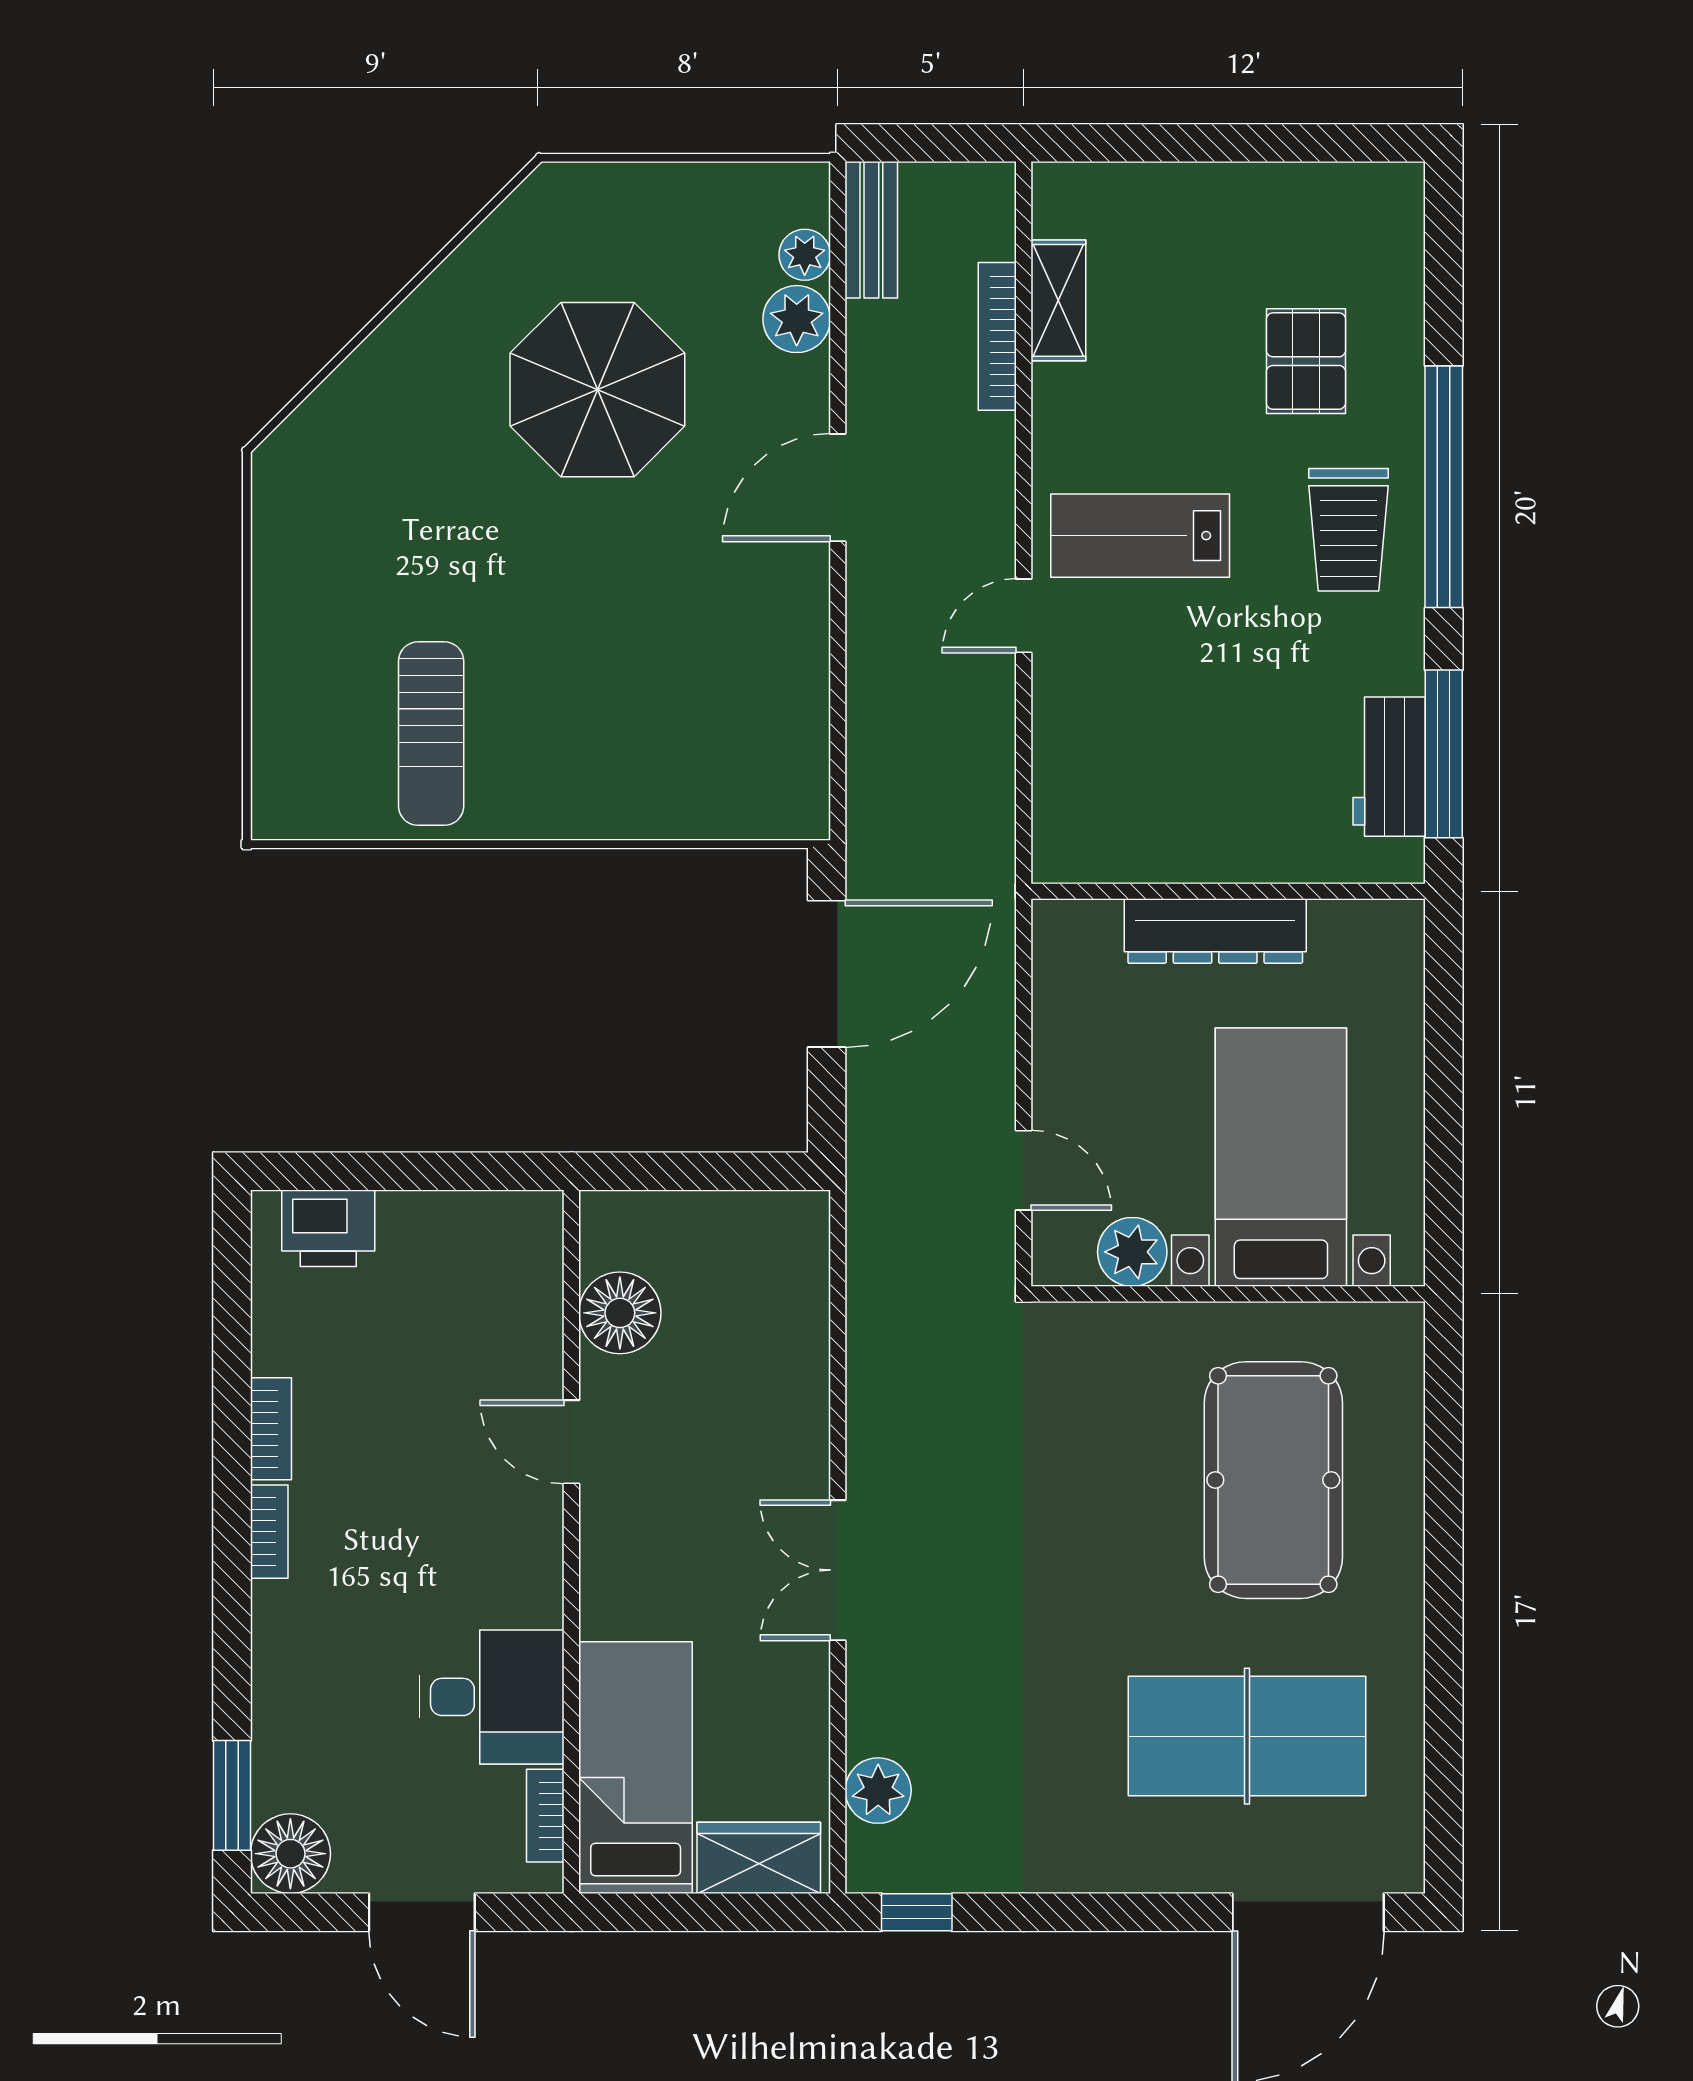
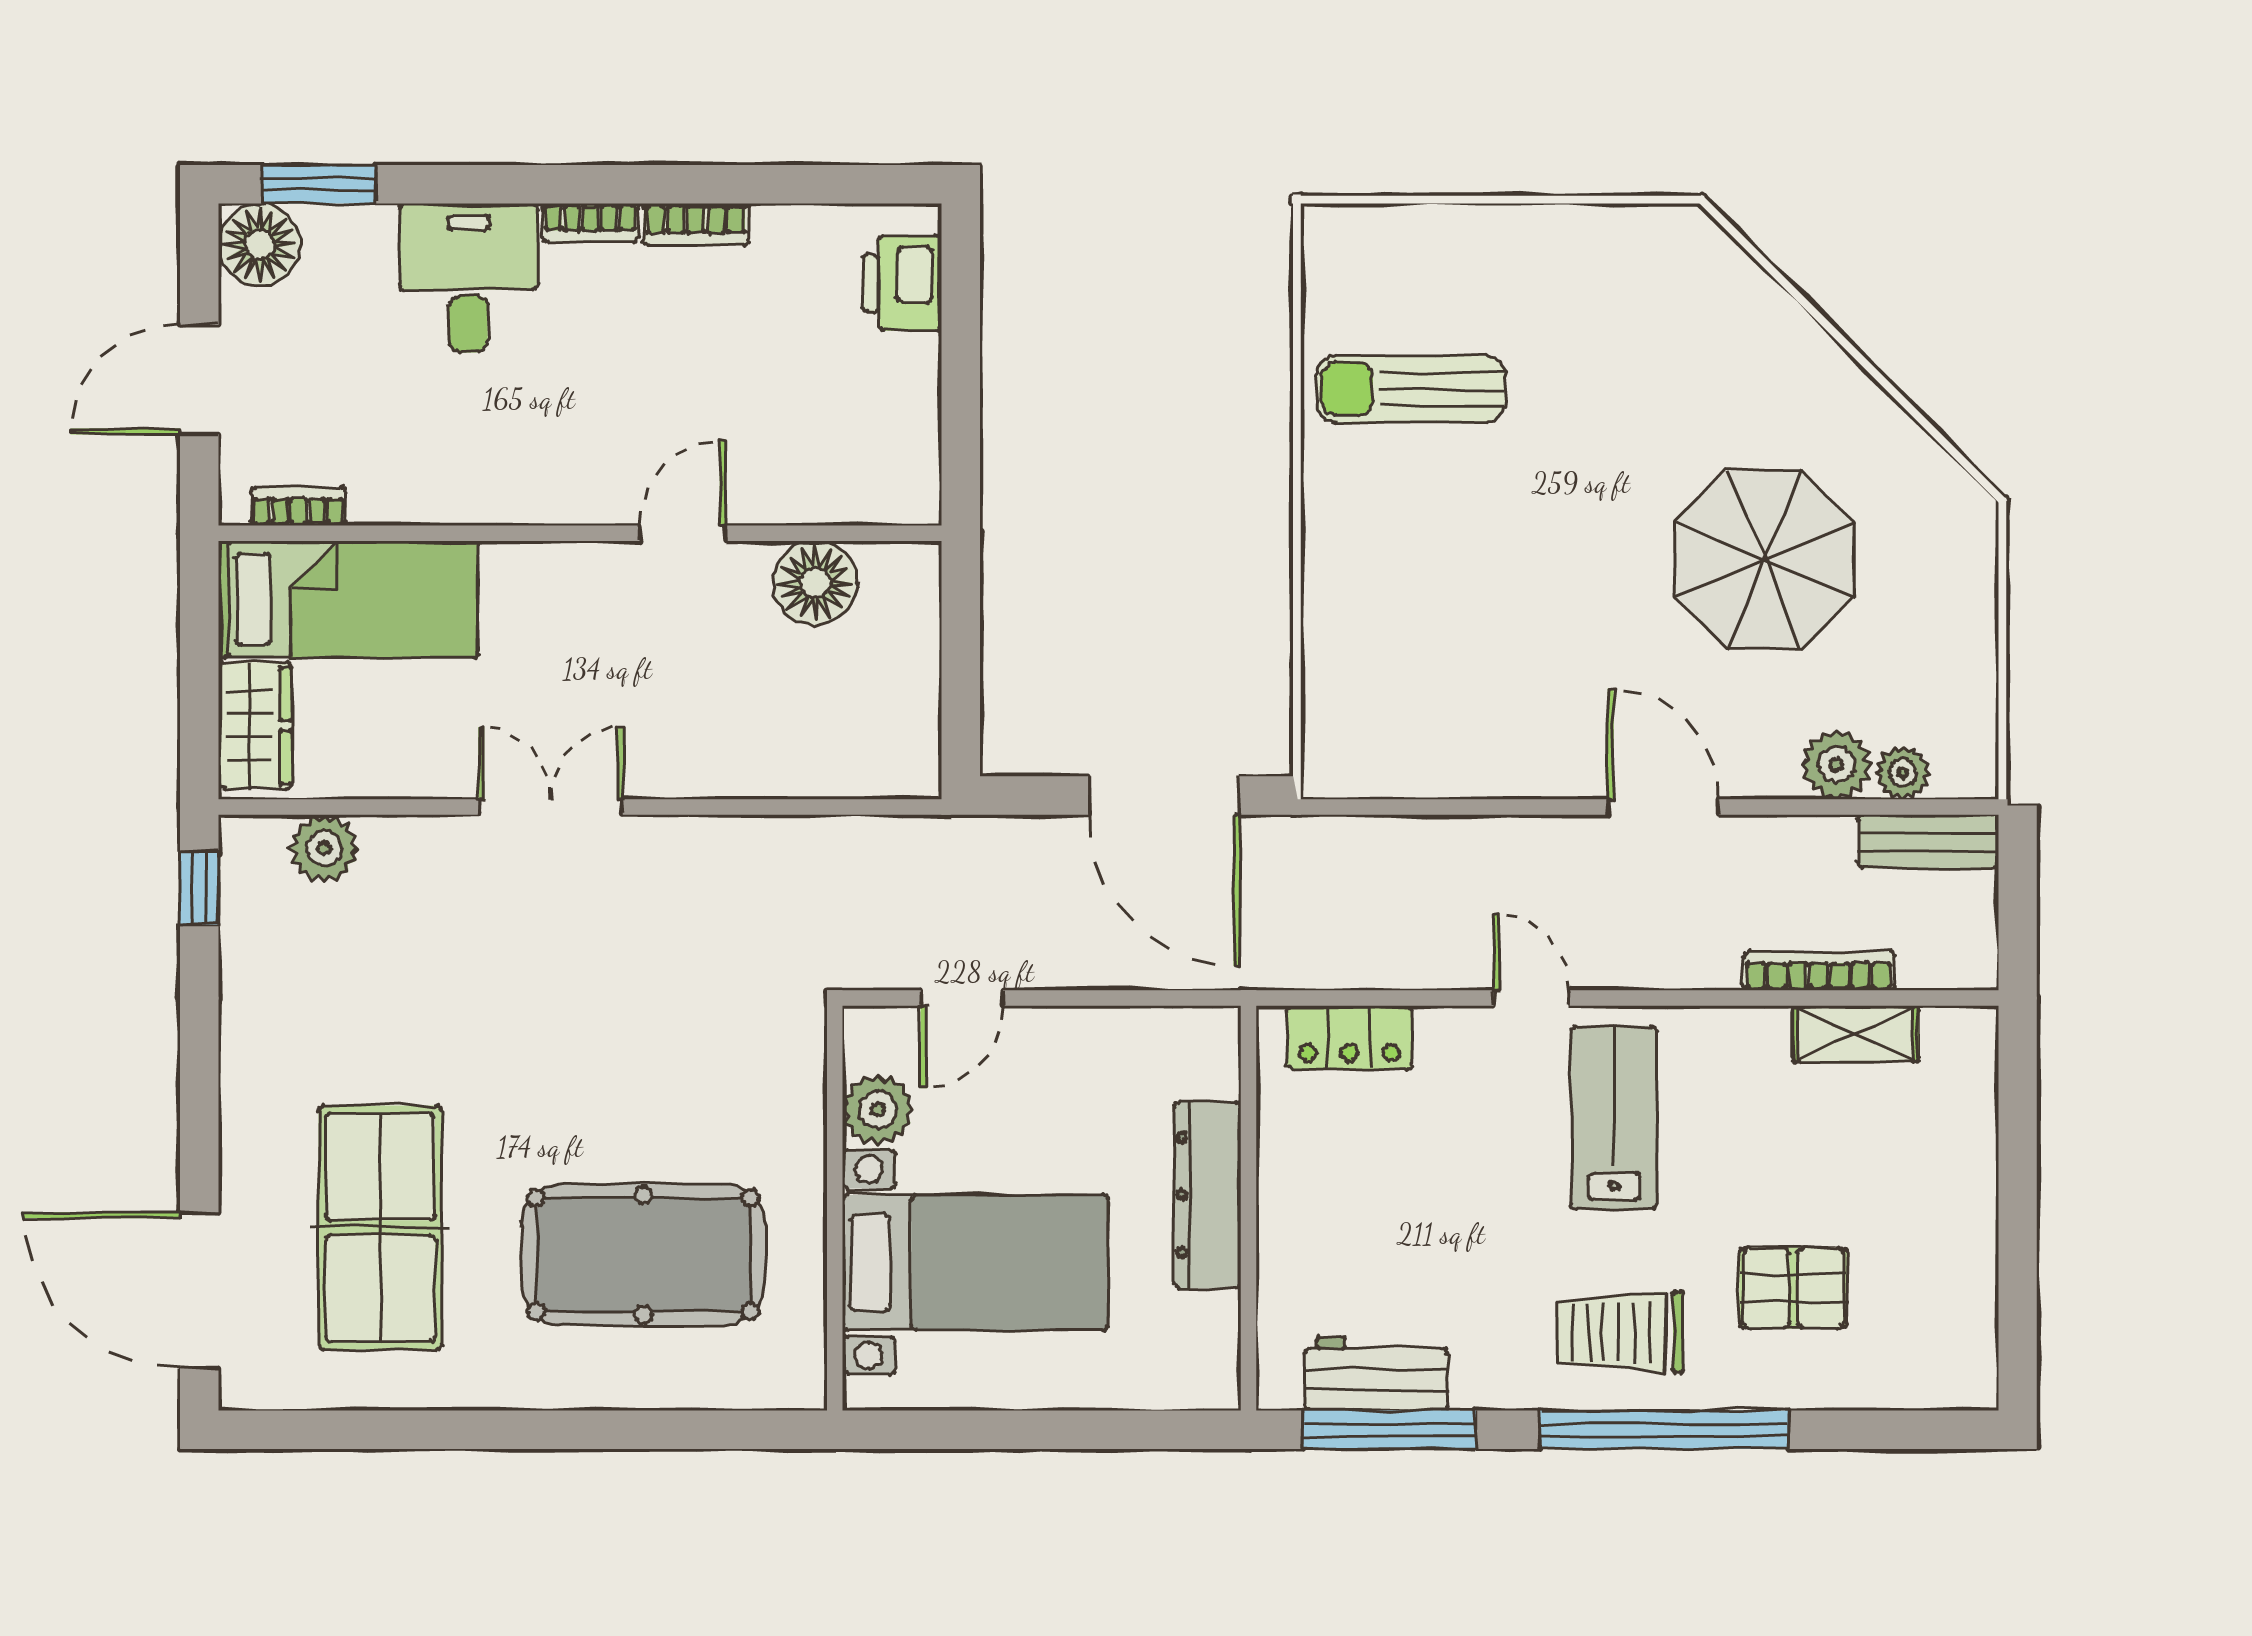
locker: (1062, 793) -> (1349, 1037), added
desk: (492, 1697) -> (468, 278), moved, turned 180

